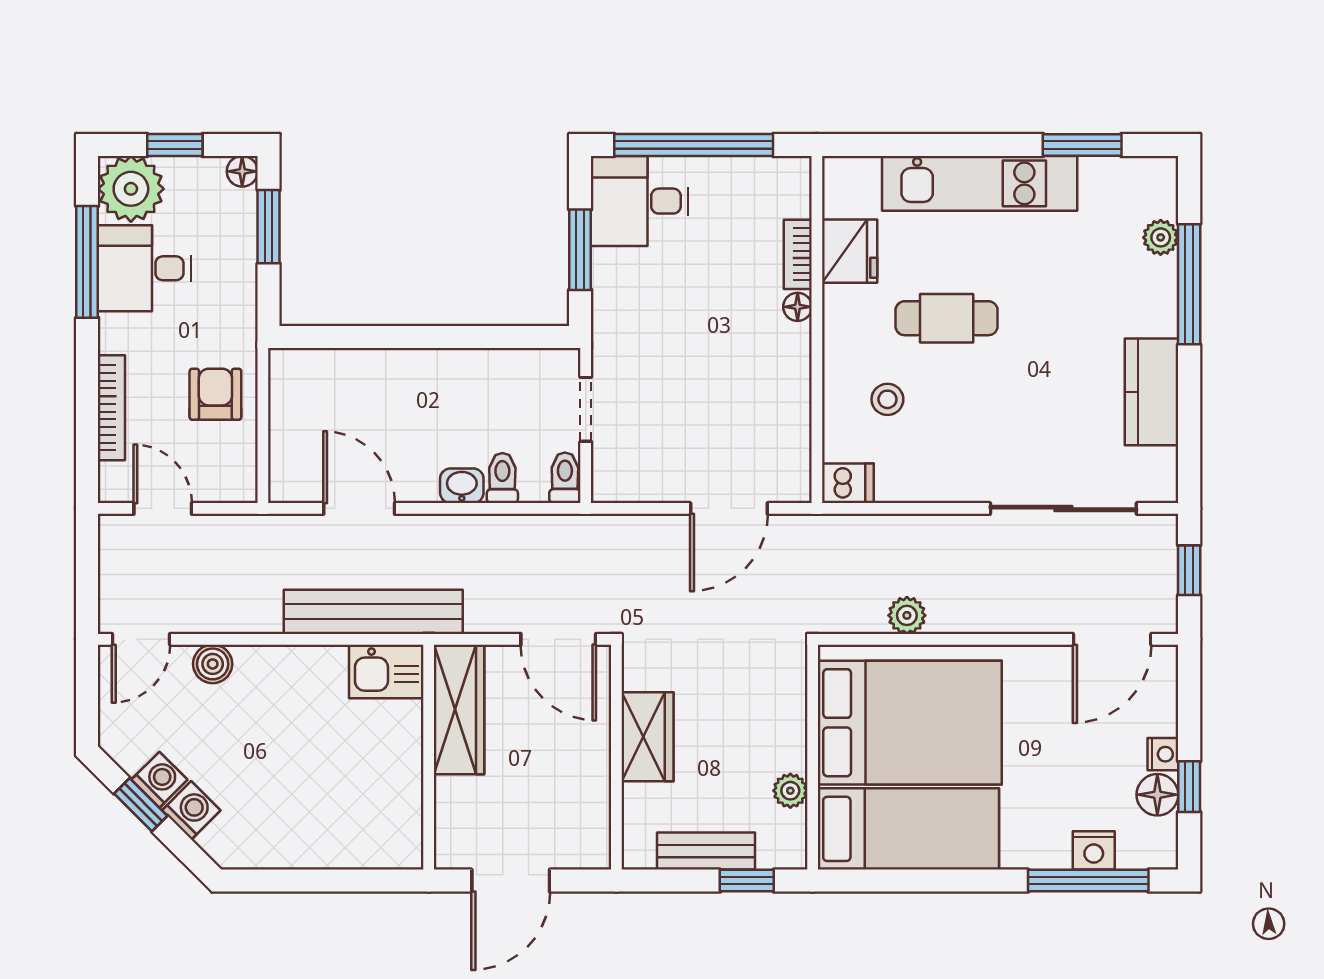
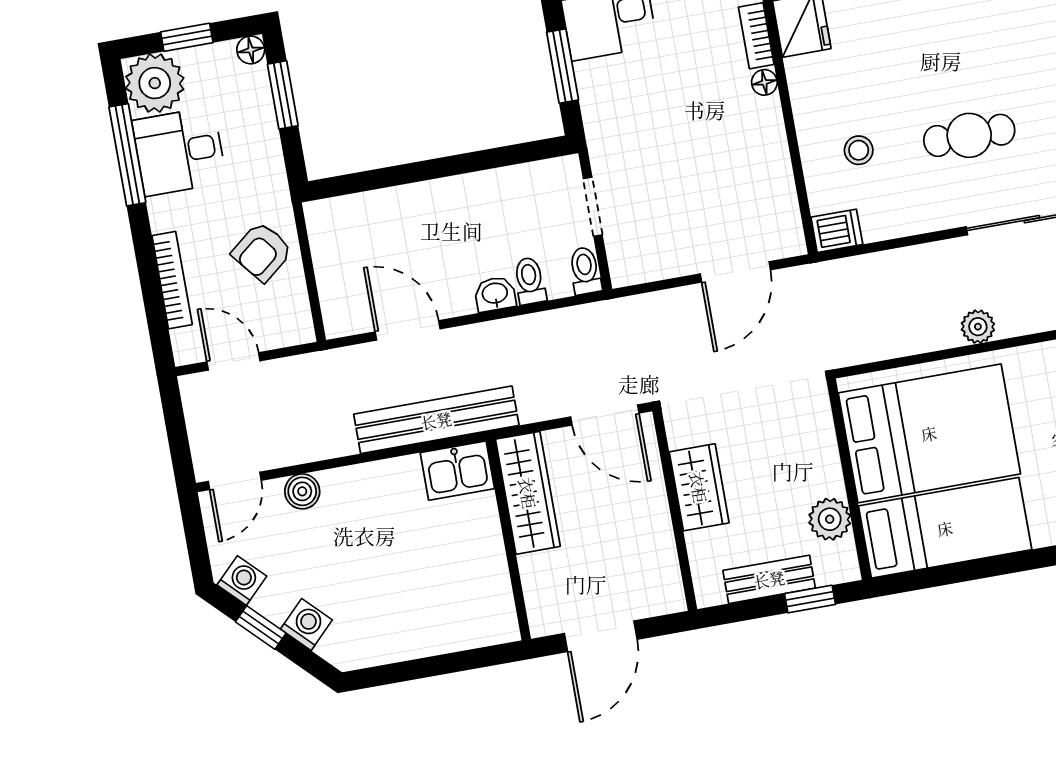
cafe table: (947, 318) -> (969, 135), moved
armchair: (215, 394) -> (262, 252), turned -129
plant: (907, 615) -> (978, 327), moved
washing machine: (159, 780) -> (242, 580), moved
plant: (790, 791) -> (830, 519), width x1.38, depth x1.38

